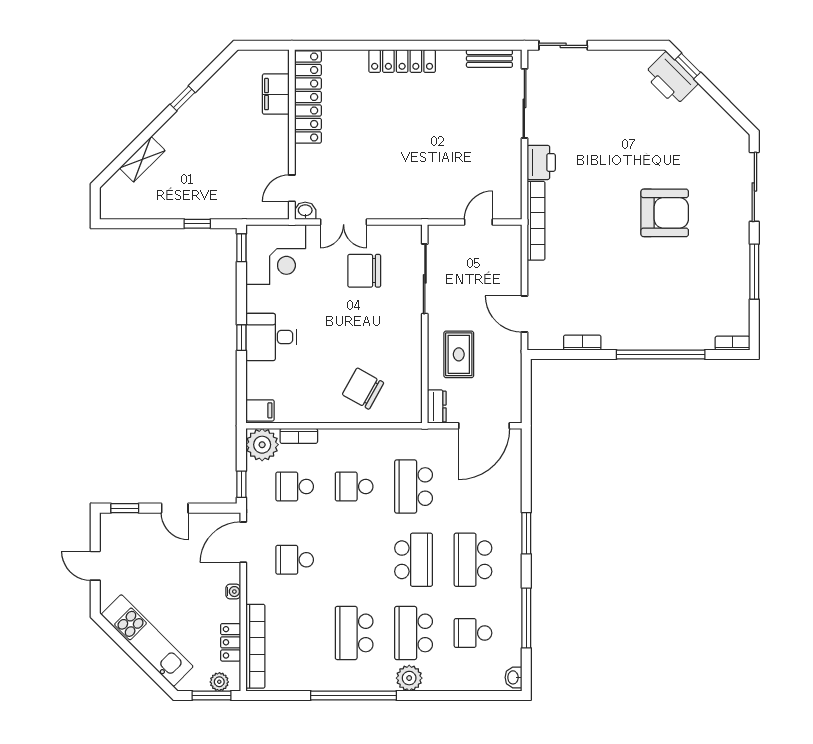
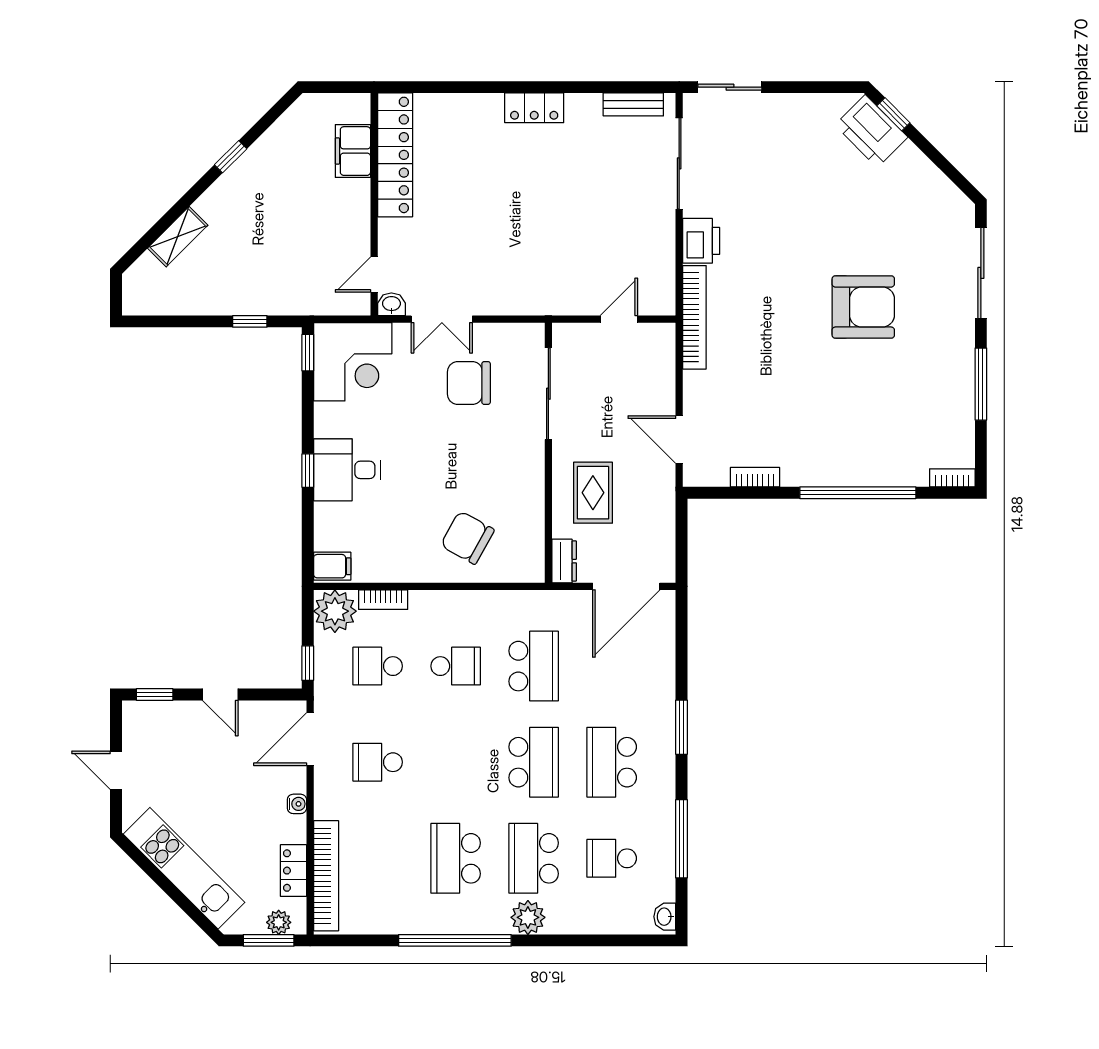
locker: (402, 61) -> (534, 108), width x0.66
school desk: (354, 487) -> (456, 666), turned 180
school desk: (414, 487) -> (534, 666), turned 180

